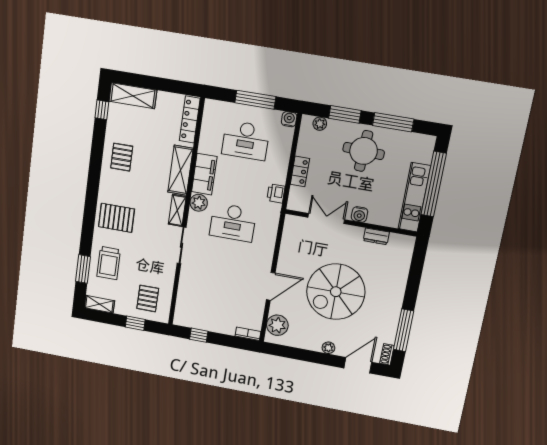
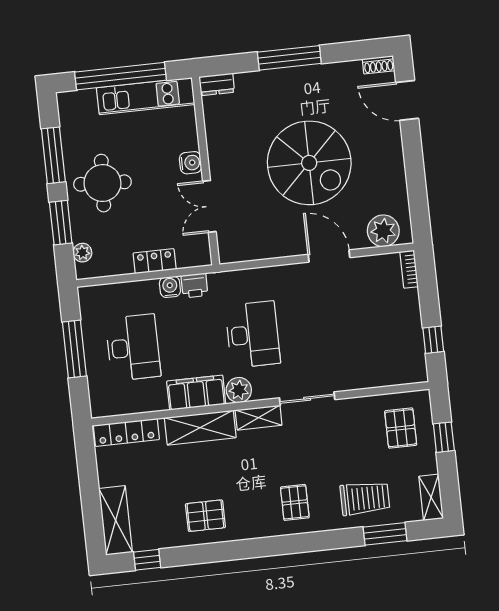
water cooler: (289, 119) -> (170, 287), moved, turned 90
pallet: (117, 218) -> (295, 502), width x0.67, depth x0.71
dresser: (376, 236) -> (217, 84), moved, turned 90
pallet: (148, 299) -> (401, 428), turned 90
window: (404, 330) -> (289, 58), moved
plant: (328, 348) -> (394, 149), removed

